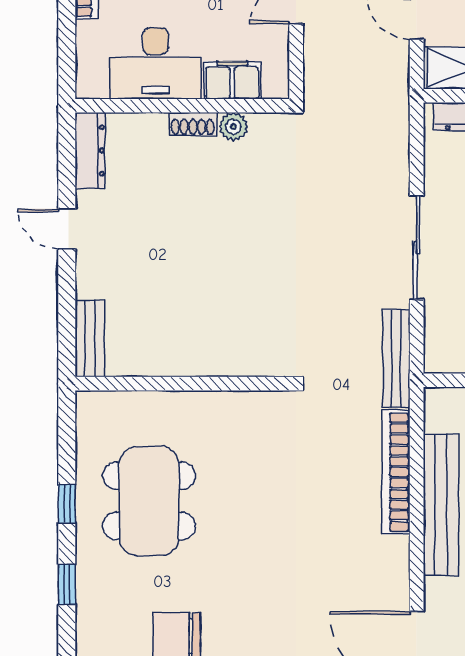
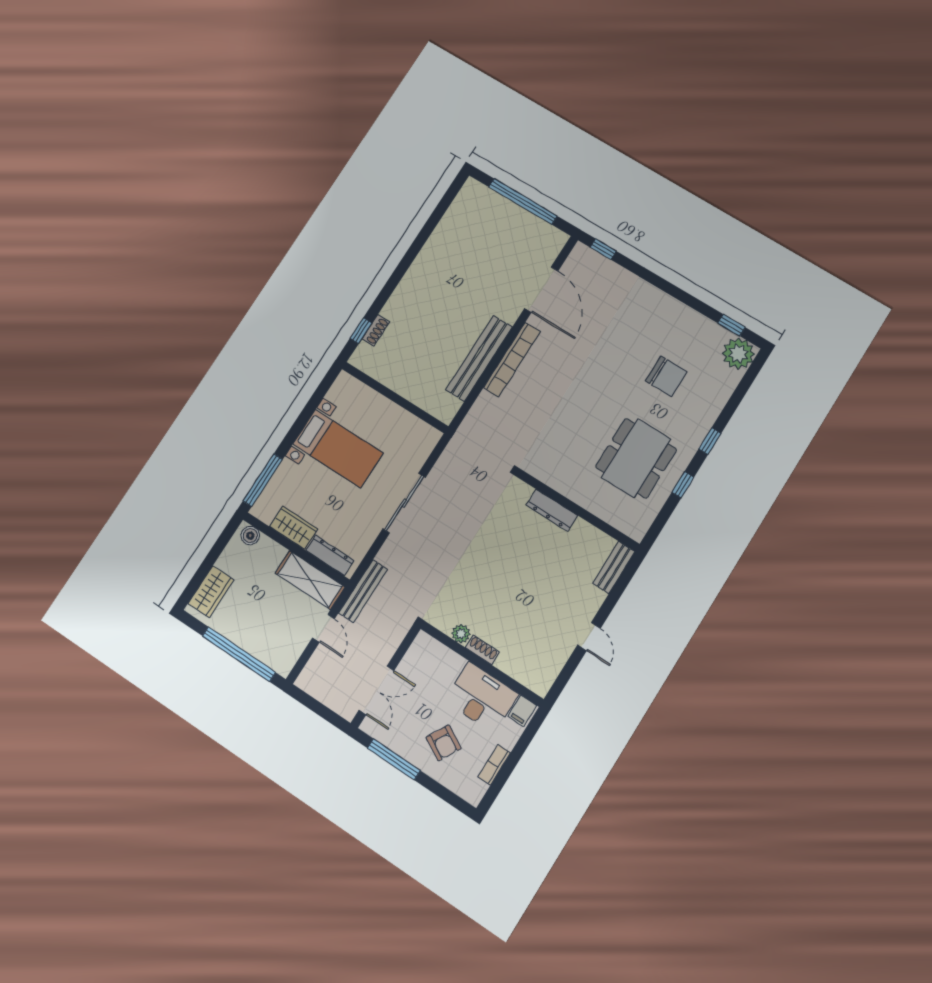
filing cabinet: (232, 80) -> (522, 711), moved, width x0.50
dresser: (90, 150) -> (552, 510), moved, turned -90
bench: (396, 358) -> (363, 591), moved
bookcase: (396, 472) -> (512, 360), moved

